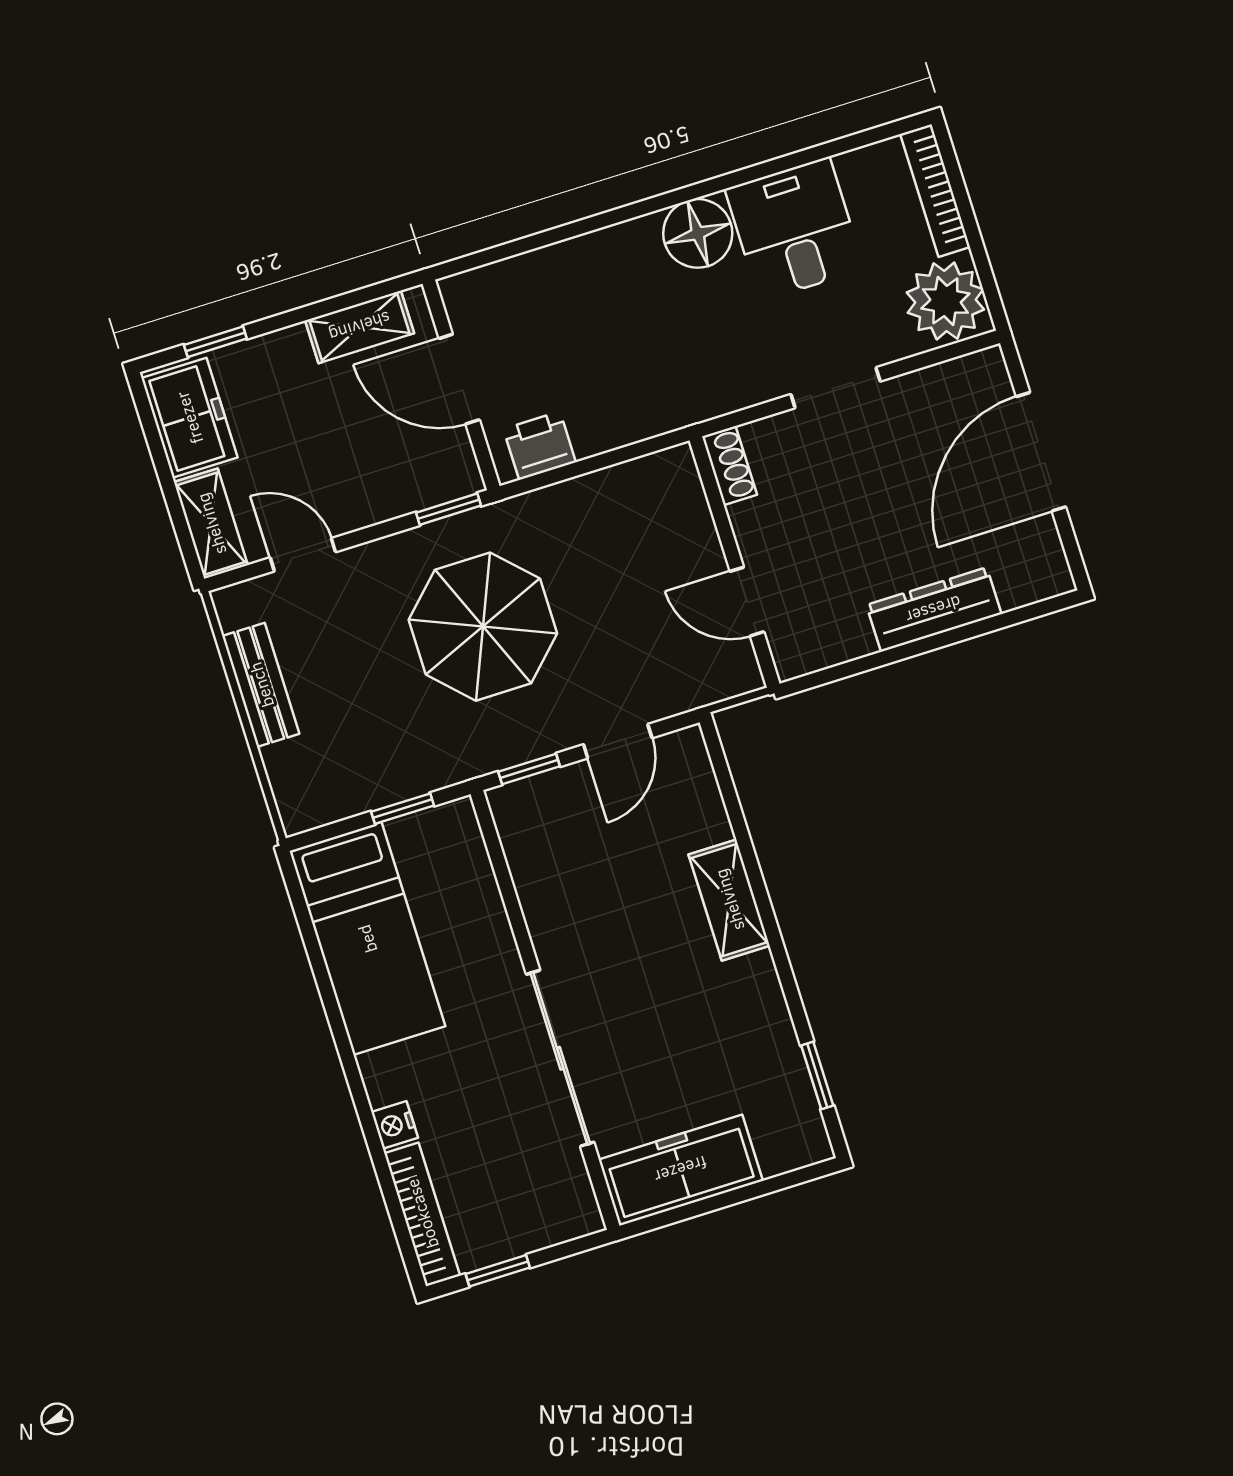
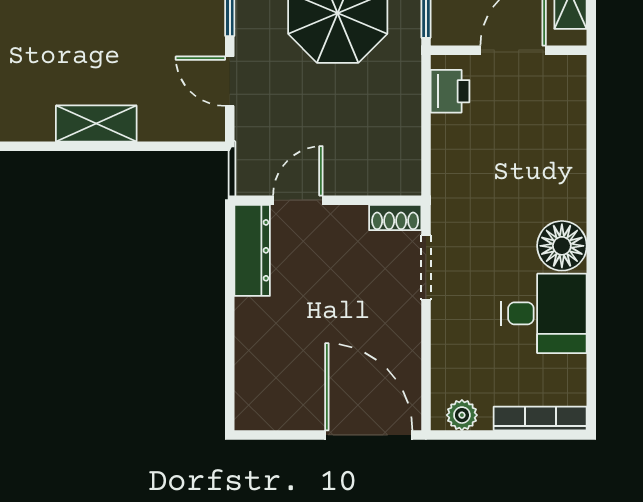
plant: (945, 301) -> (462, 415), width x0.53, depth x0.53
doorway: (836, 388) -> (426, 268), moved
door: (1041, 452) -> (369, 435), moved
dresser: (934, 610) -> (252, 250), moved

